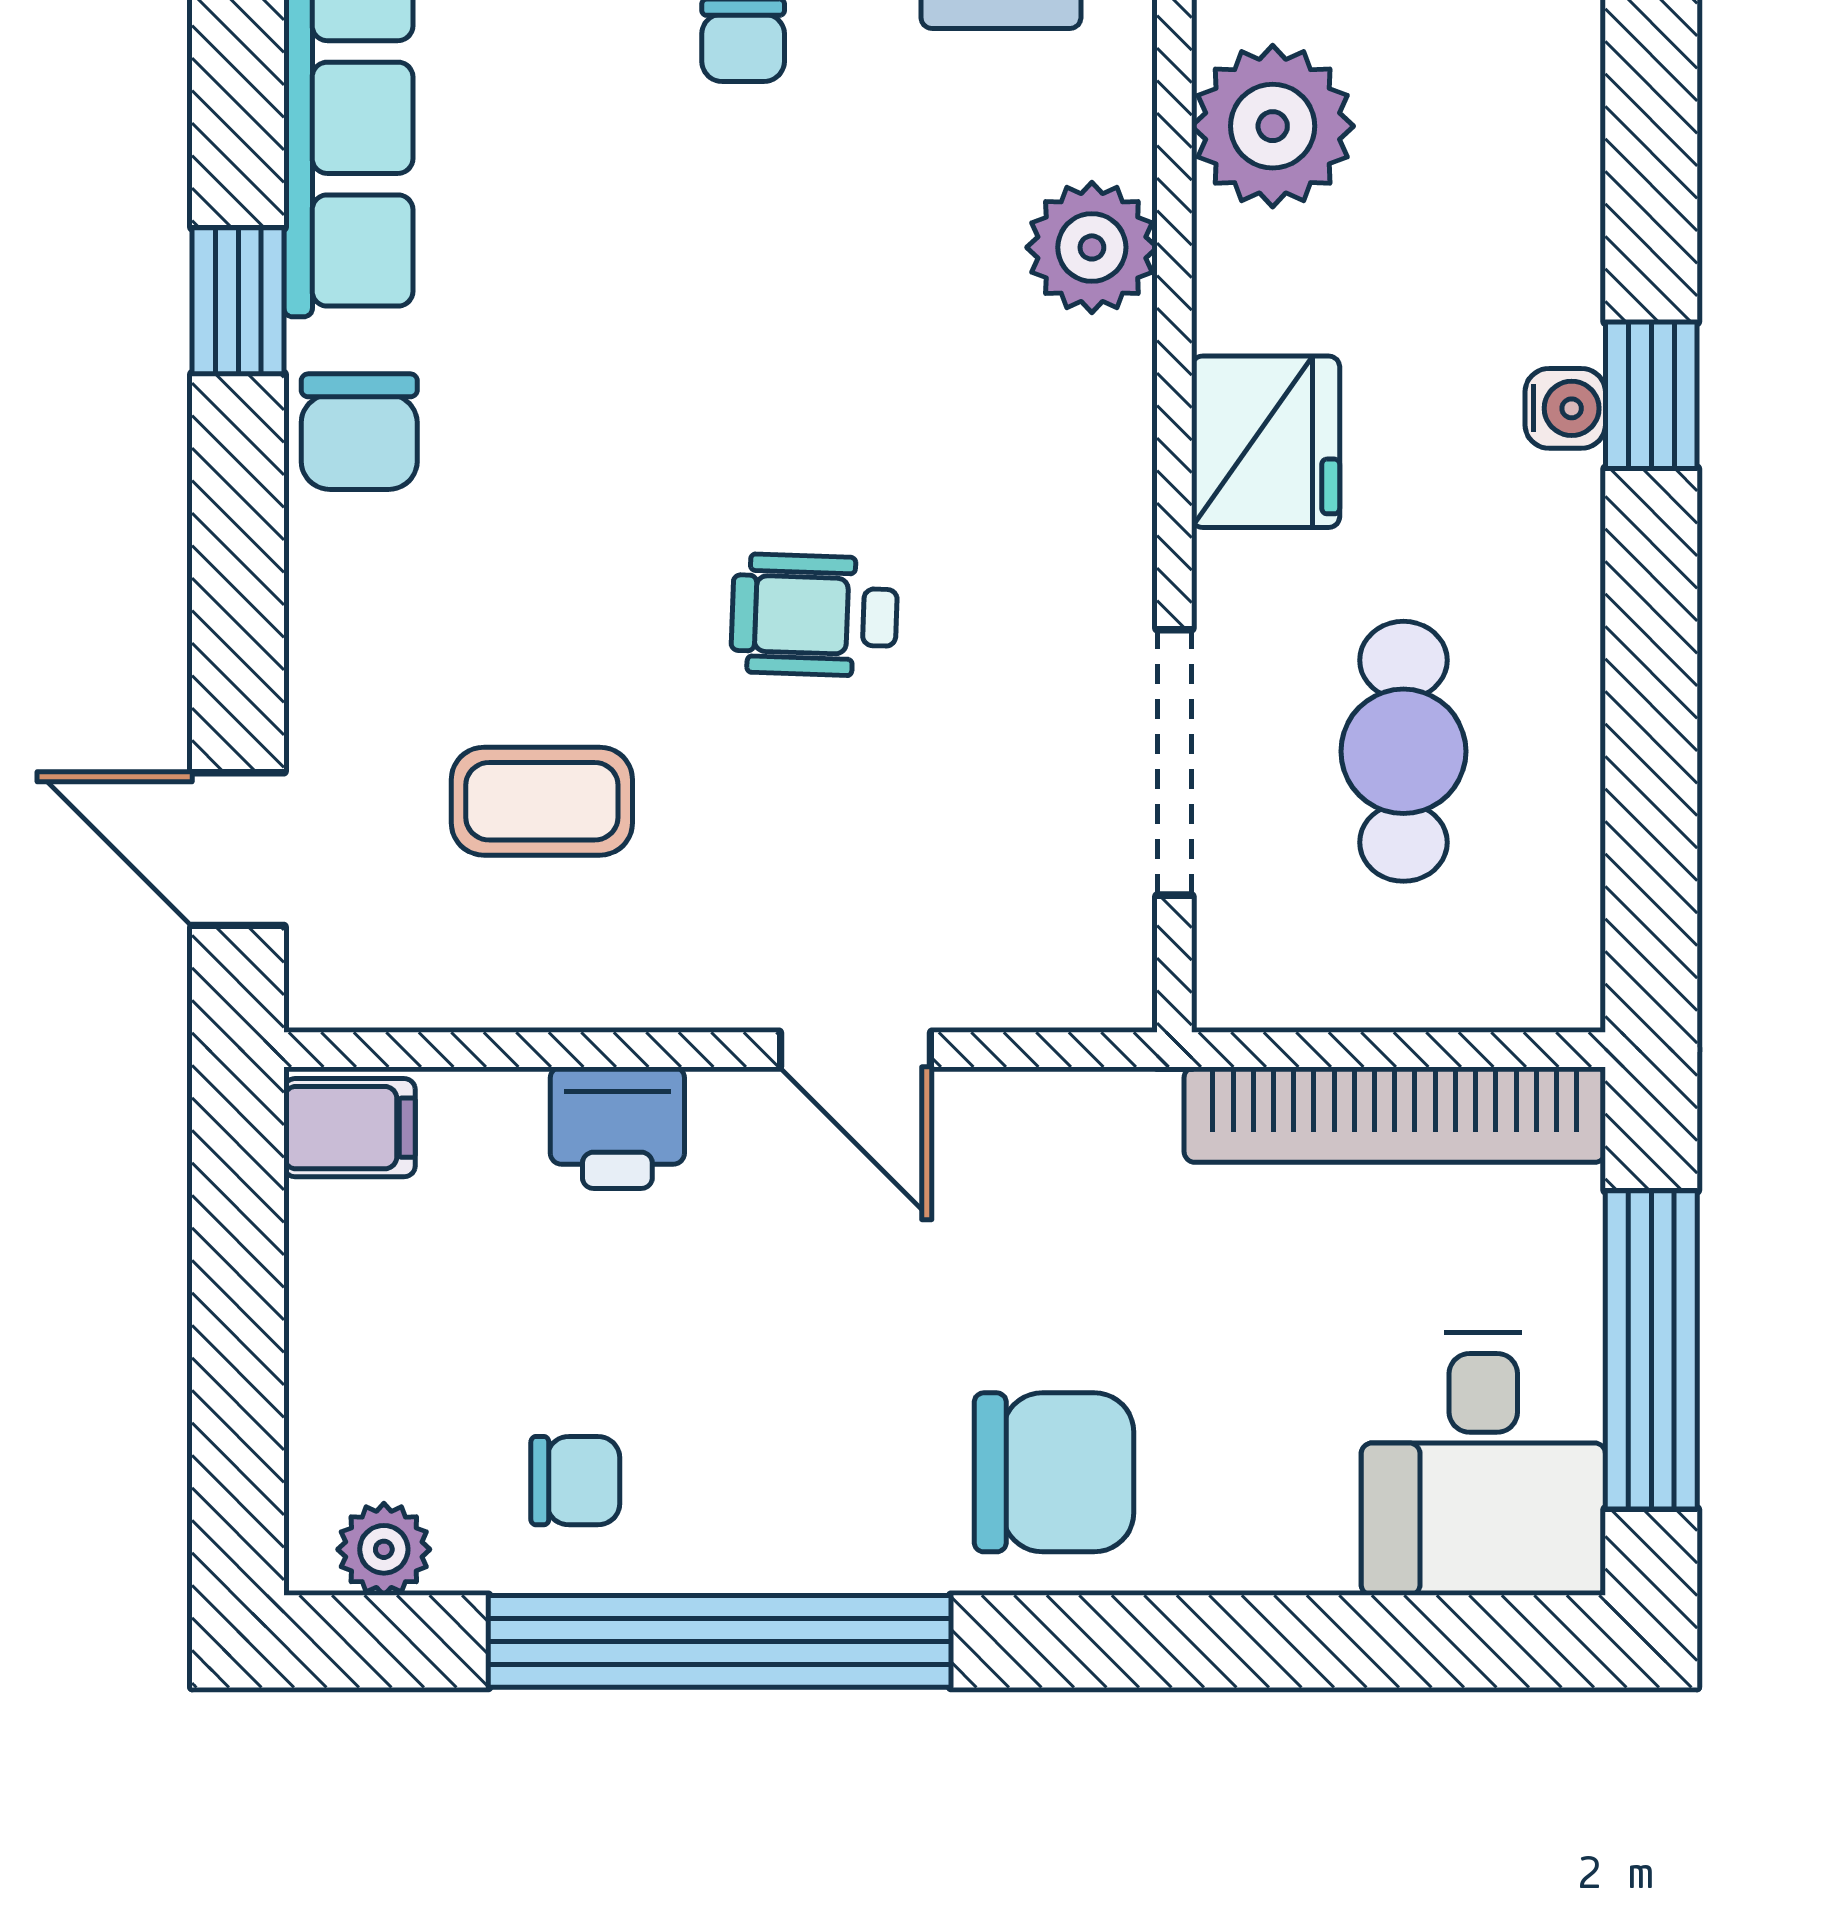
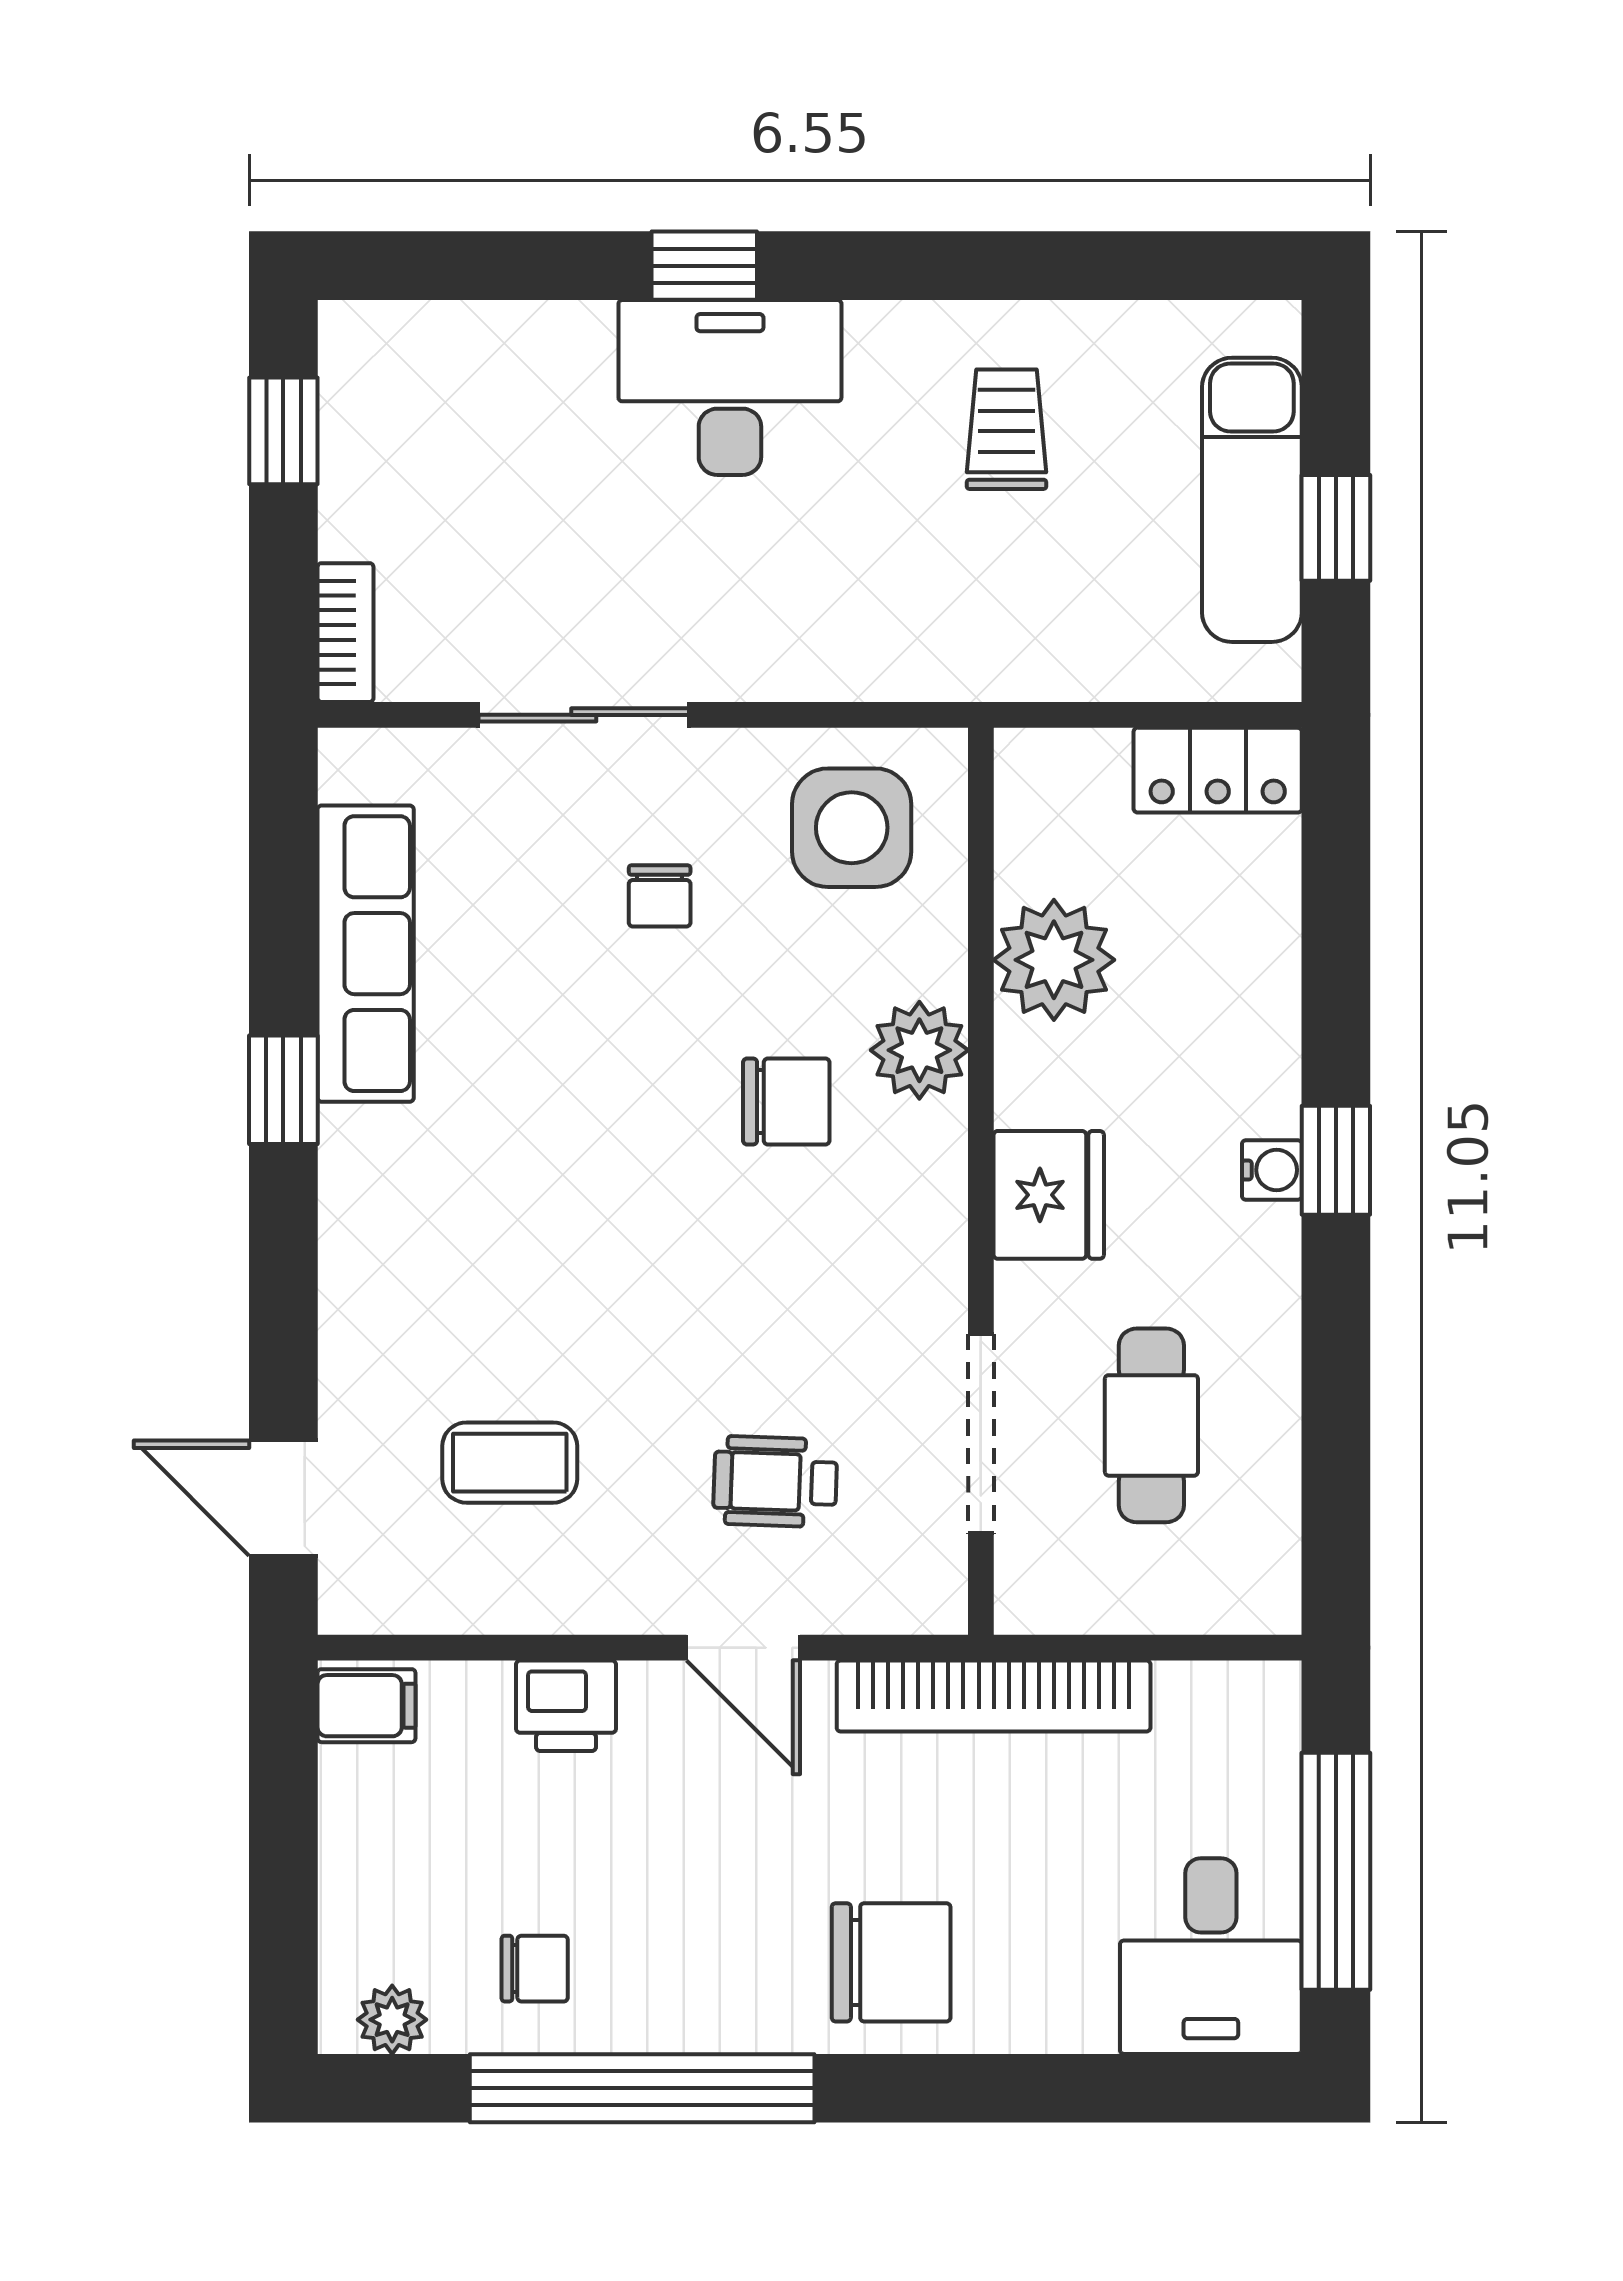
chair: (359, 432) -> (786, 1102), moved, turned -90
wheelchair: (814, 615) -> (775, 1482), moved
bookcase: (1395, 1115) -> (994, 1696), moved

